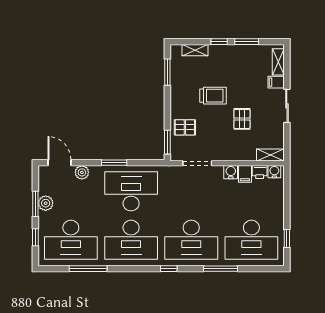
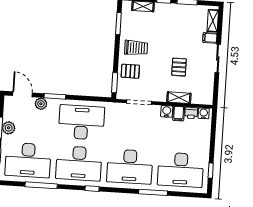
trolley: (213, 96) -> (136, 48), moved
shelving: (270, 155) -> (179, 98), moved
window: (114, 163) -> (55, 96), moved
window: (169, 269) -> (92, 189), moved

